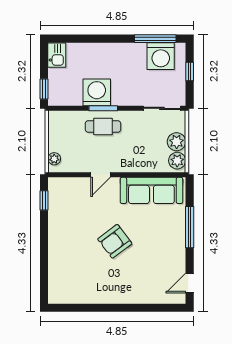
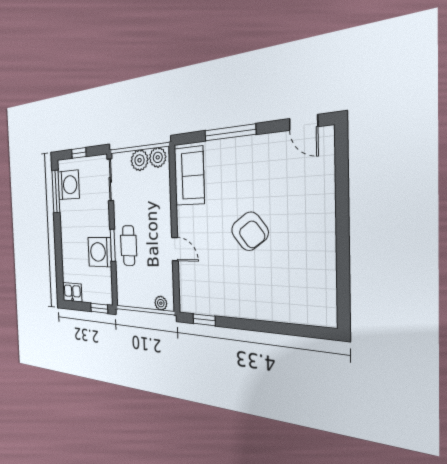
sofa: (151, 190) -> (189, 176), width x0.73

